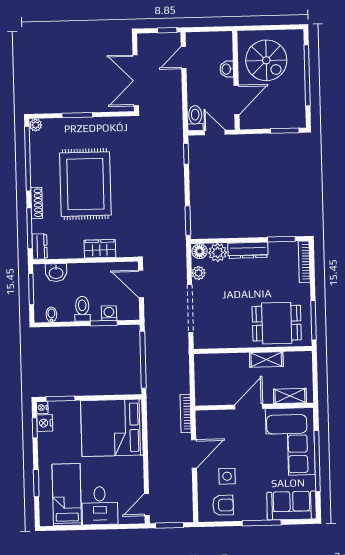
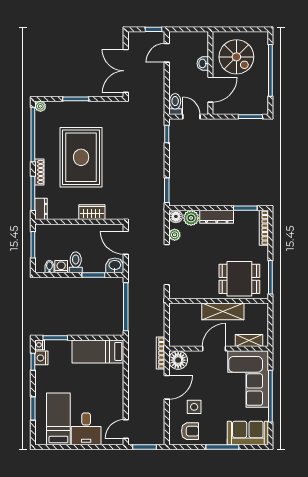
washbasin: (56, 273) -> (115, 265), moved, turned 180
washing machine: (109, 313) -> (61, 267), moved
shelving: (266, 359) -> (223, 311), width x1.50, depth x1.33
floor lamp: (207, 421) -> (178, 360), added
bed: (112, 428) -> (98, 351), width x0.49

